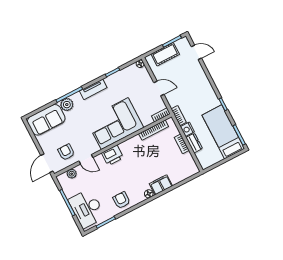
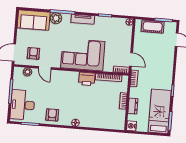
door: (159, 89) -> (131, 59), moved
nightstand: (187, 129) -> (132, 126), moved
printer: (112, 155) -> (87, 79), moved
filing cabinet: (161, 185) -> (89, 122), removed

